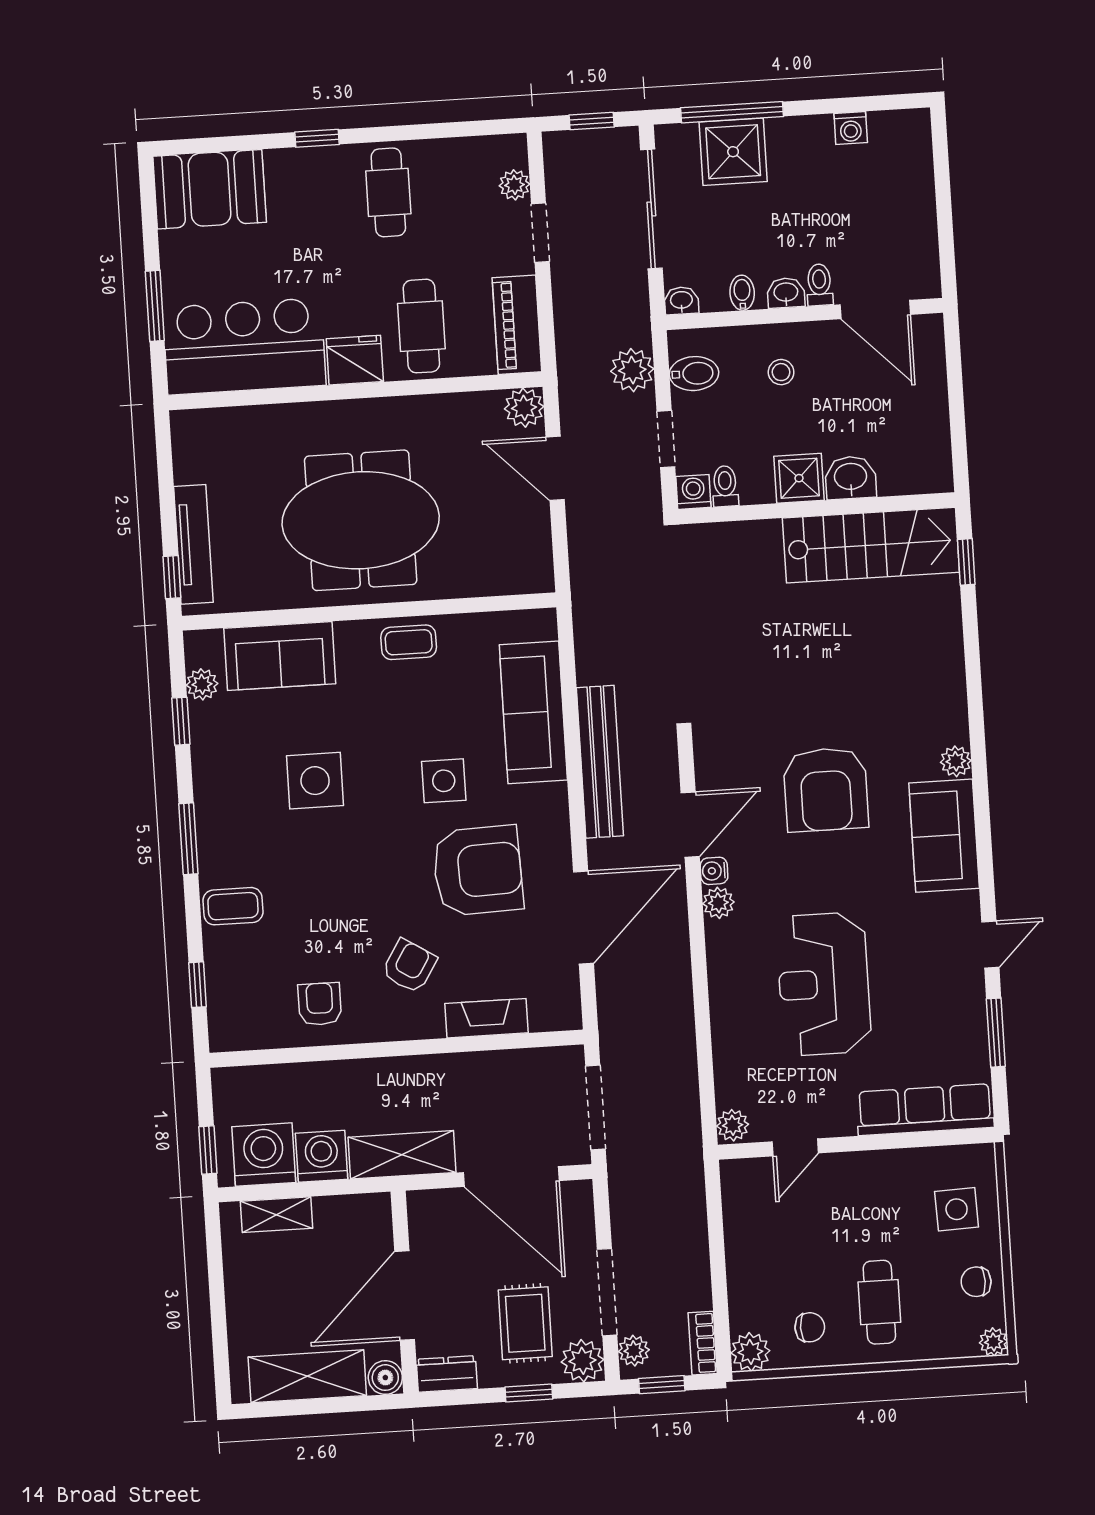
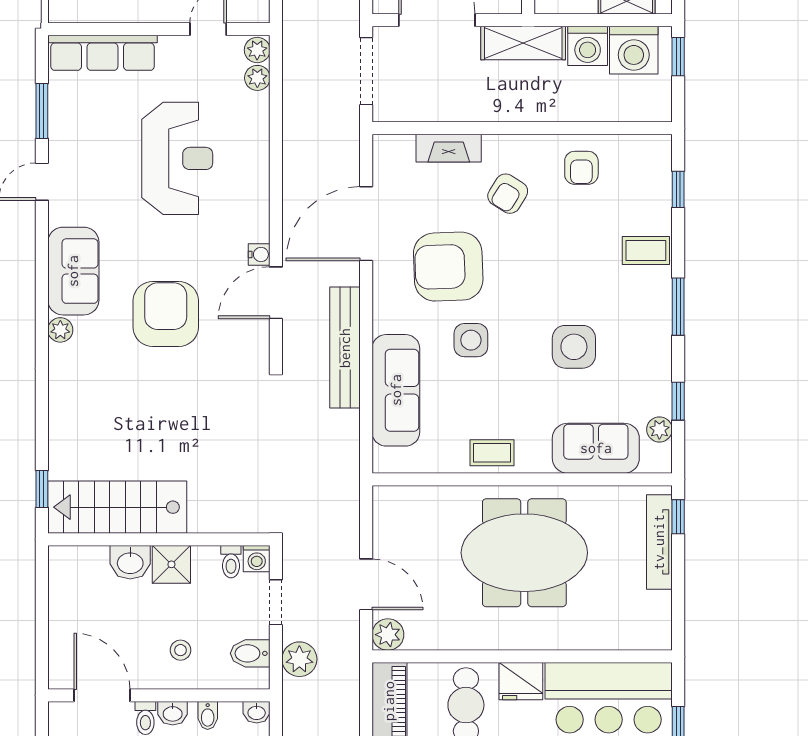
plant: (718, 903) -> (257, 78), moved

